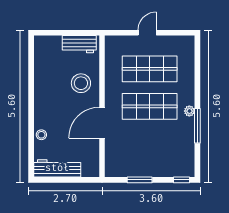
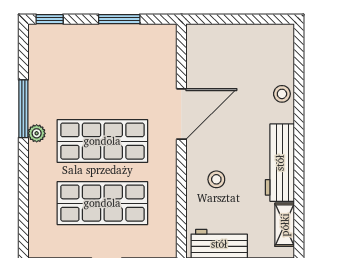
shelving: (40, 56) -> (285, 225), added
stool: (81, 83) -> (216, 179), width x0.53, depth x0.53
workbench: (57, 168) -> (280, 163), moved, turned 90

